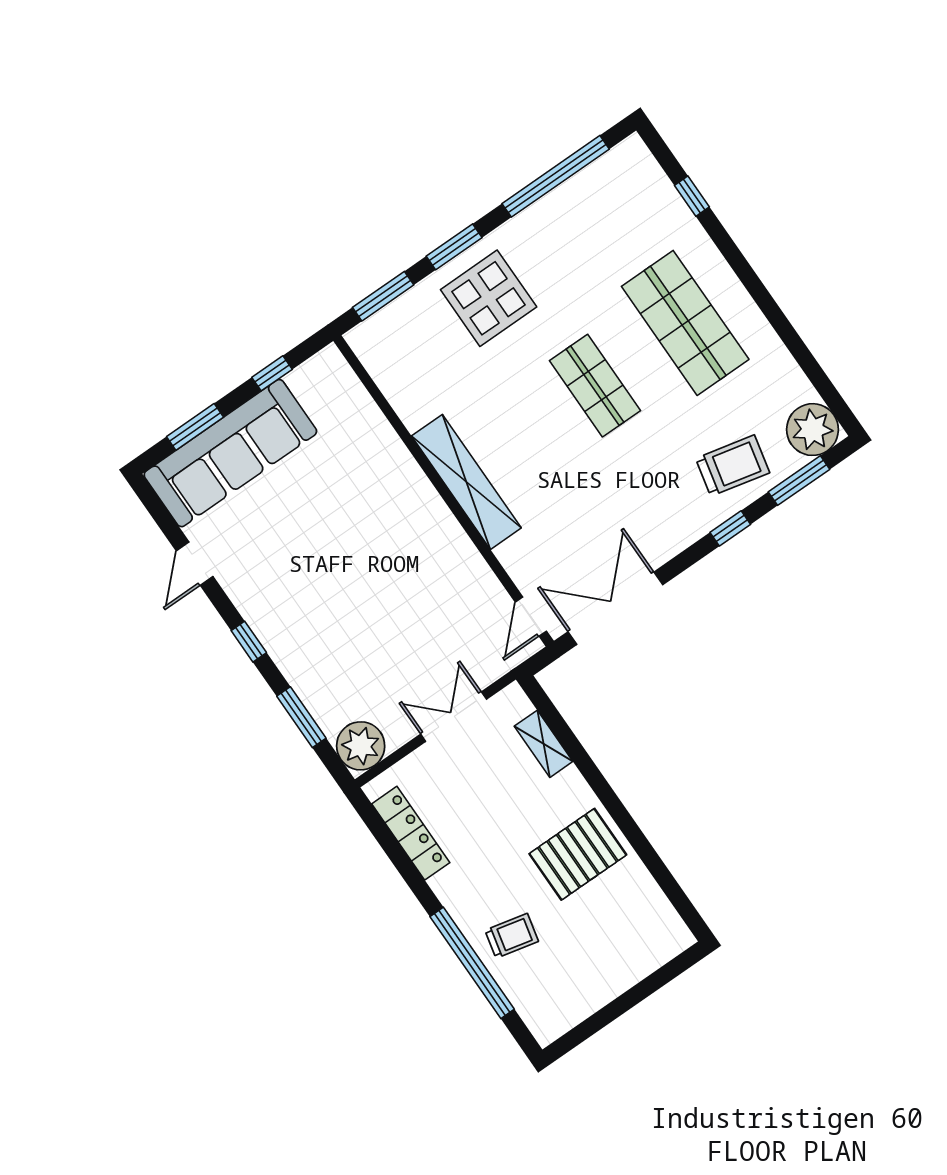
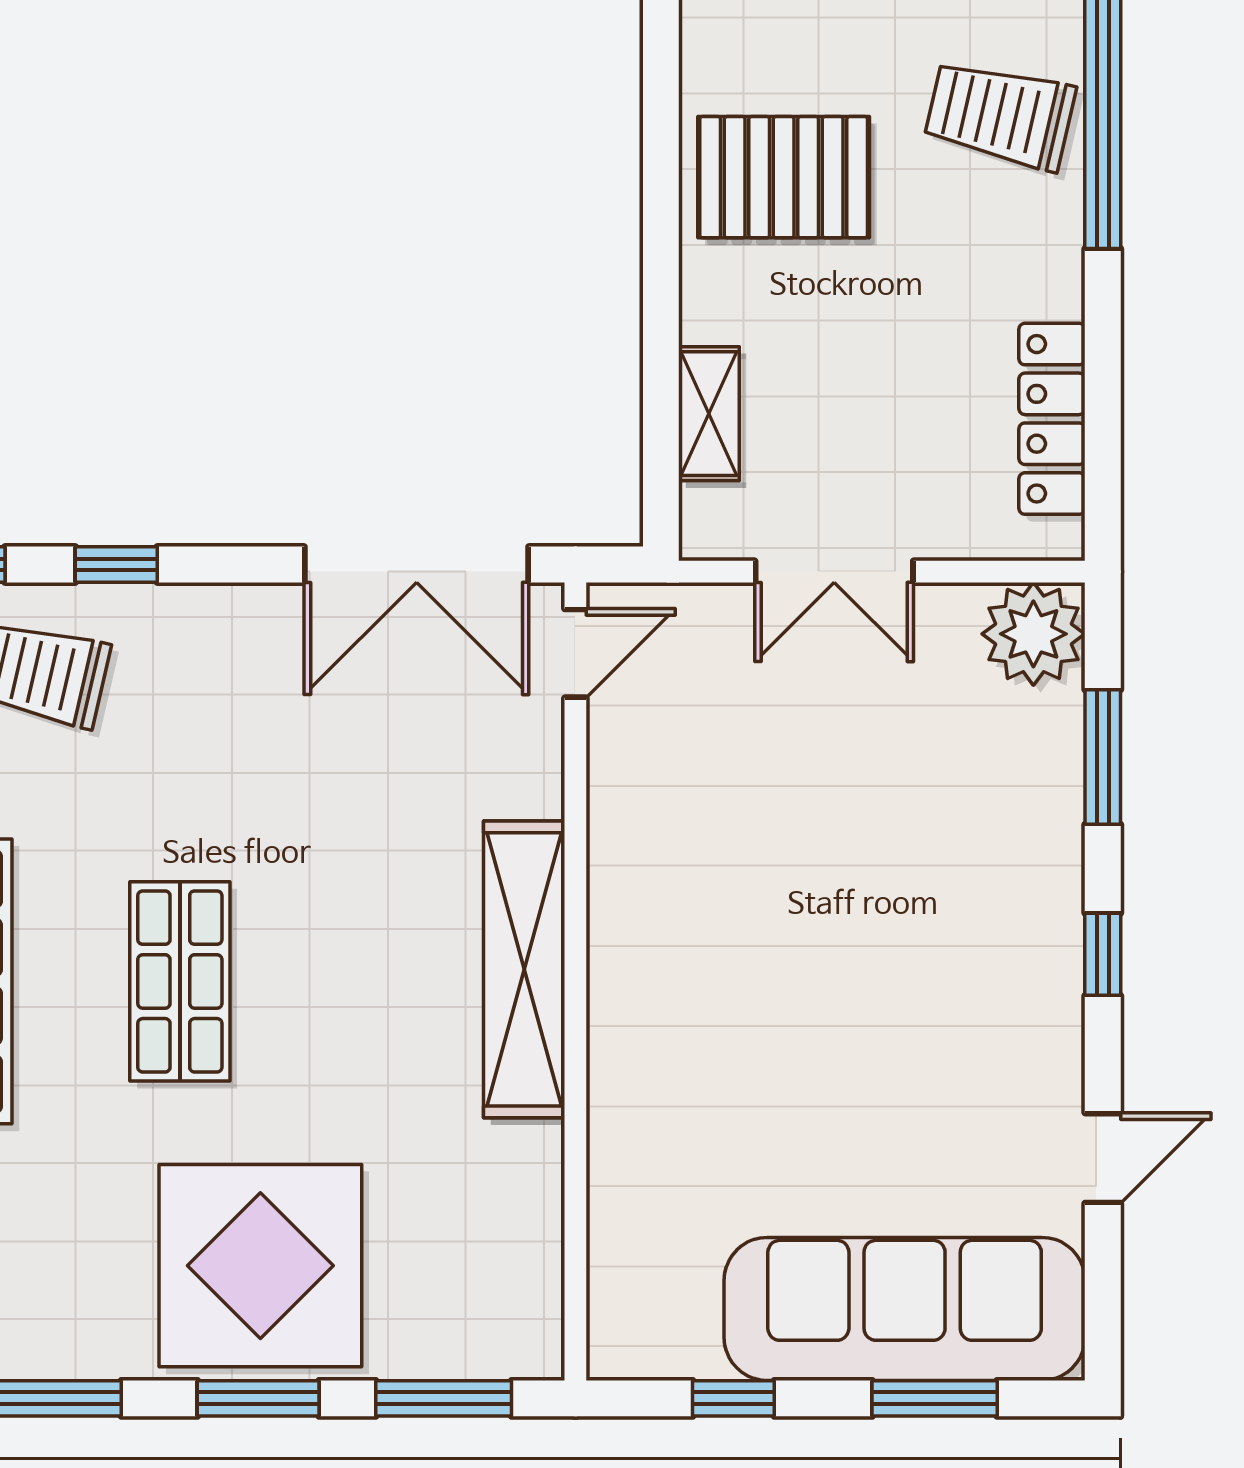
display table: (489, 298) -> (260, 1266), width x1.36, depth x1.36
trolley: (512, 936) -> (1000, 115), width x1.36, depth x1.39

